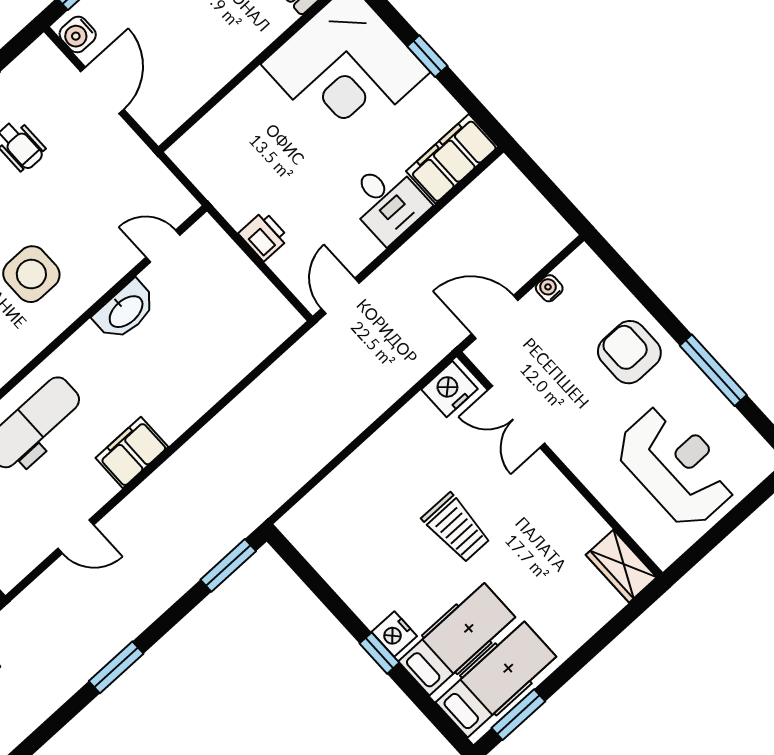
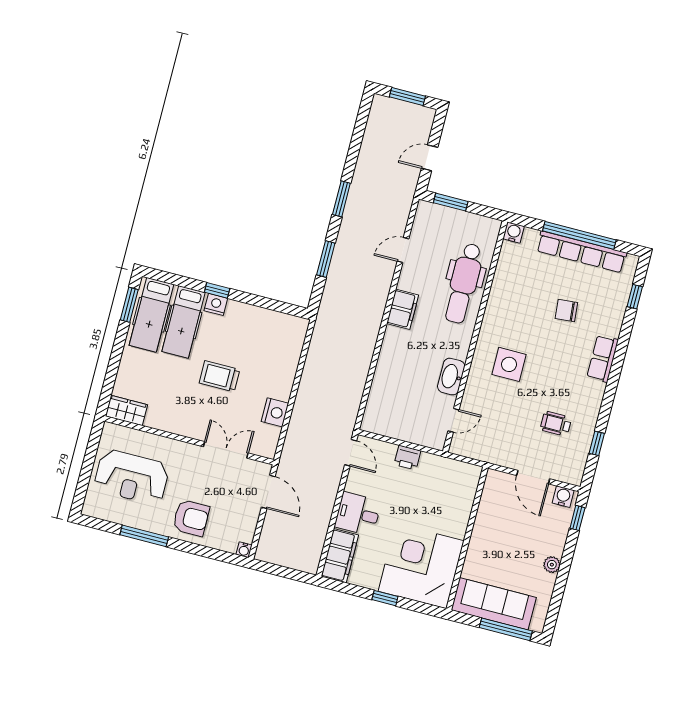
water cooler: (549, 288) -> (244, 550), moved, turned 90
door: (495, 317) -> (268, 492), hinge flipped
nightstand: (450, 389) -> (275, 412), moved
window: (228, 565) -> (326, 259), moved

